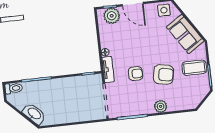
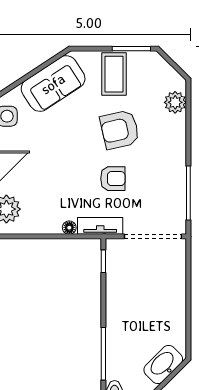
armchair: (136, 74) -> (113, 179), turned 90
armchair: (163, 74) -> (120, 130), turned -114
plant: (161, 106) -> (175, 102), moved

